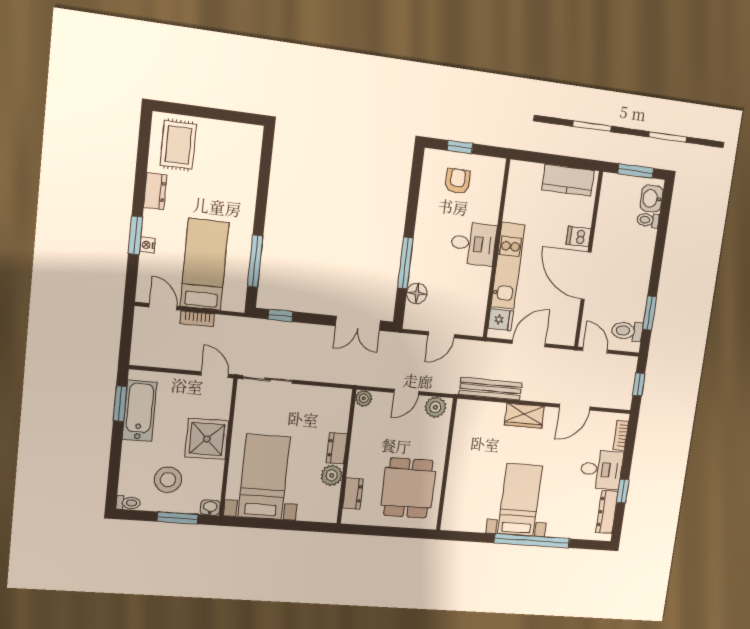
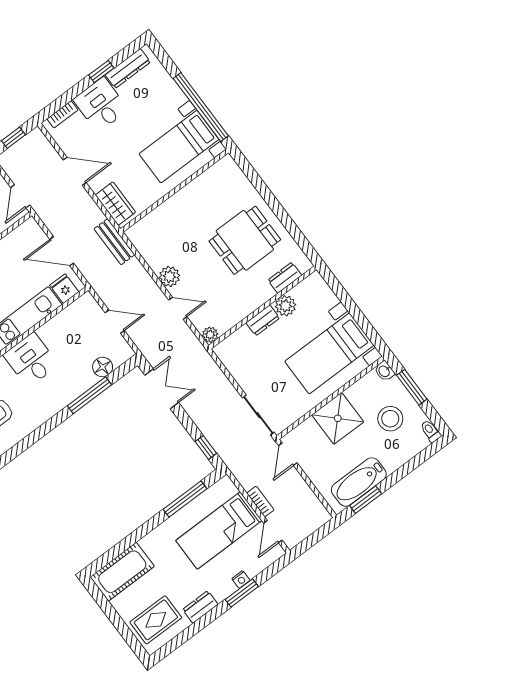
cot: (244, 156) -> (122, 572), added
bench: (490, 389) -> (114, 242), width x0.73
wall: (447, 465) -> (175, 191), moved

